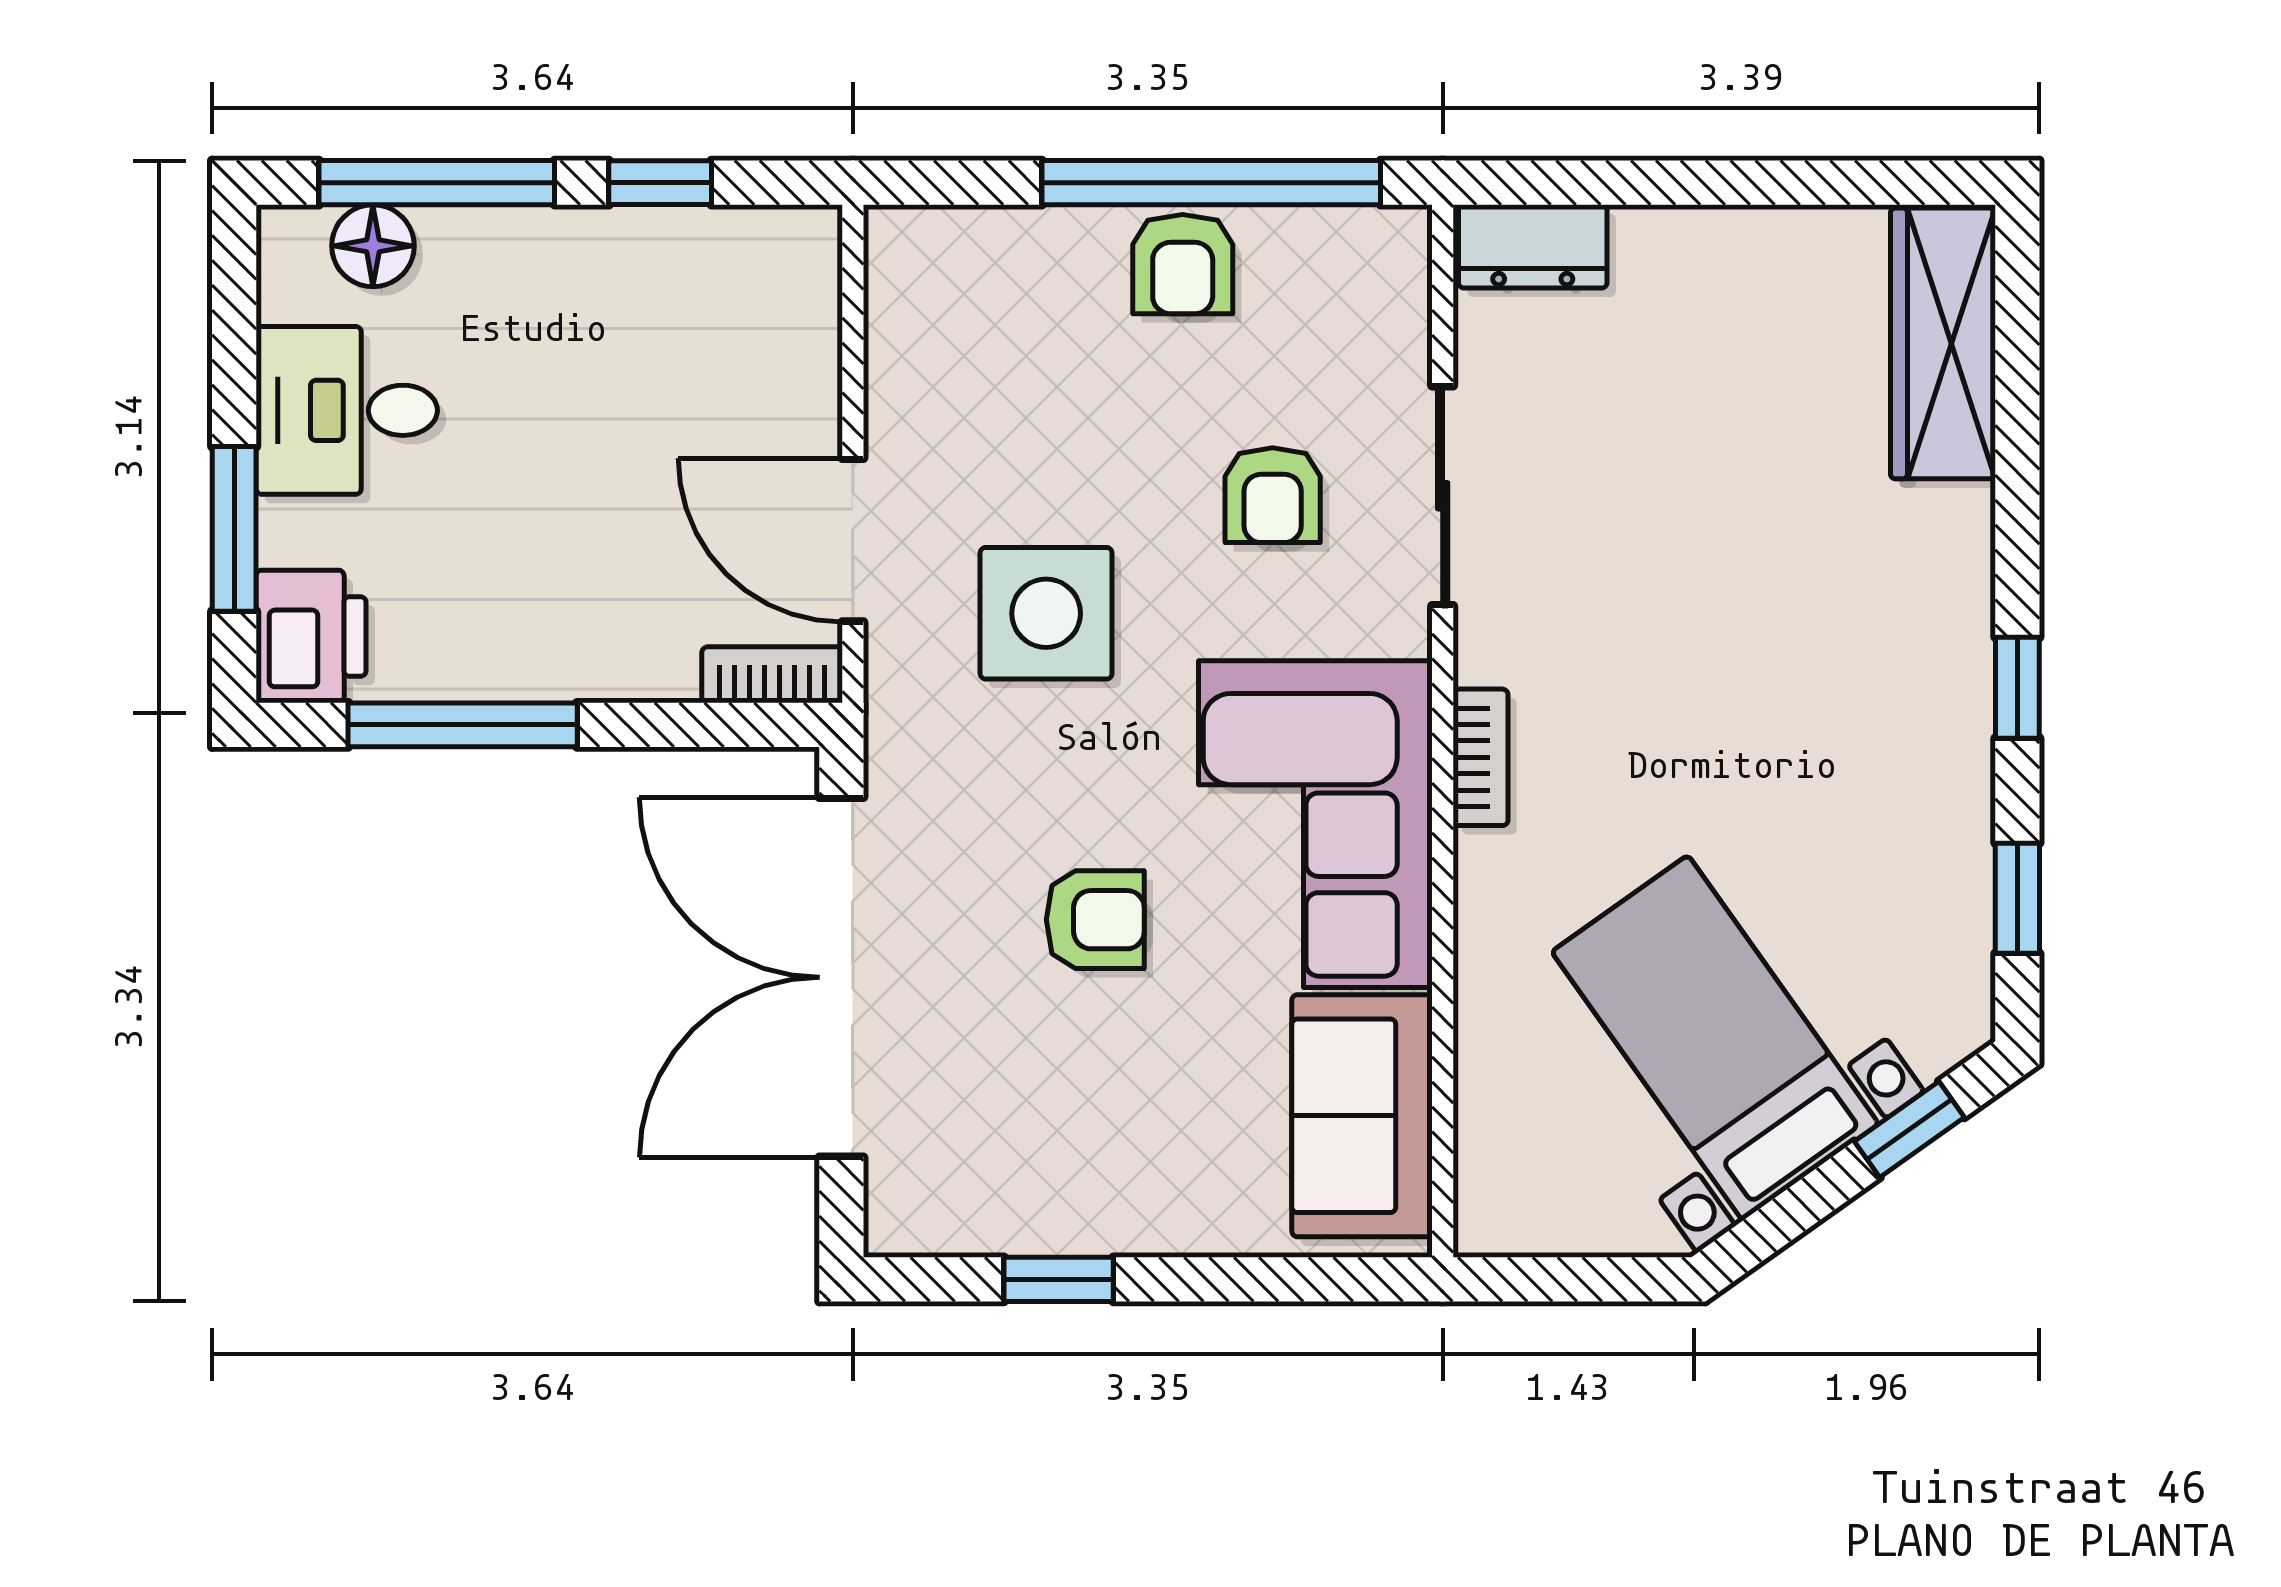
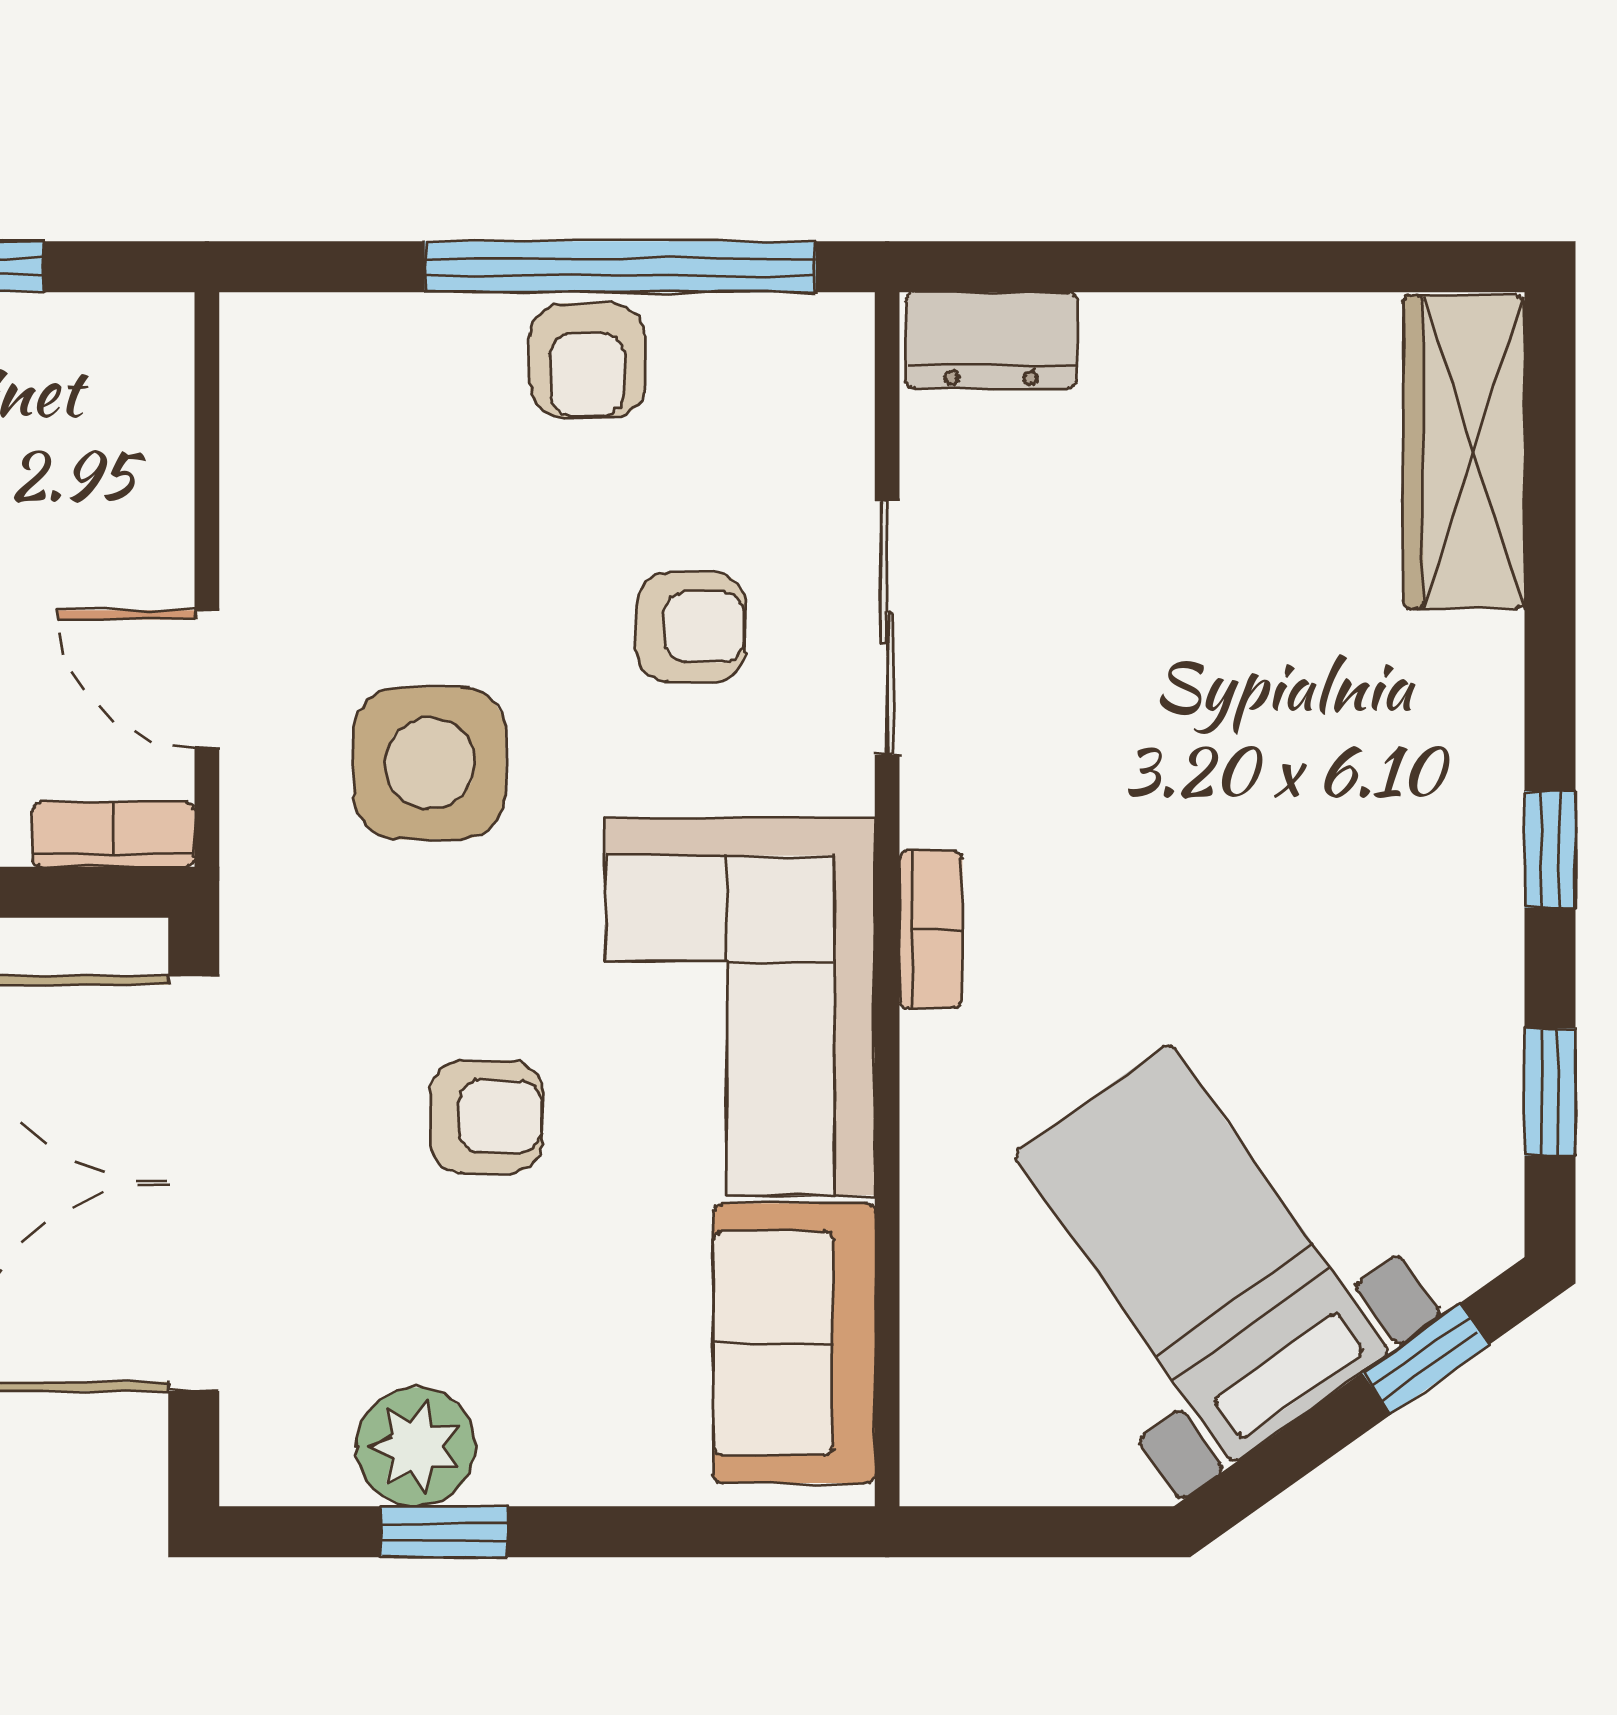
armchair: (1273, 495) -> (691, 627), turned -90
door: (853, 540) -> (207, 679), width x0.73
plant: (1034, 1206) -> (416, 1447), added

